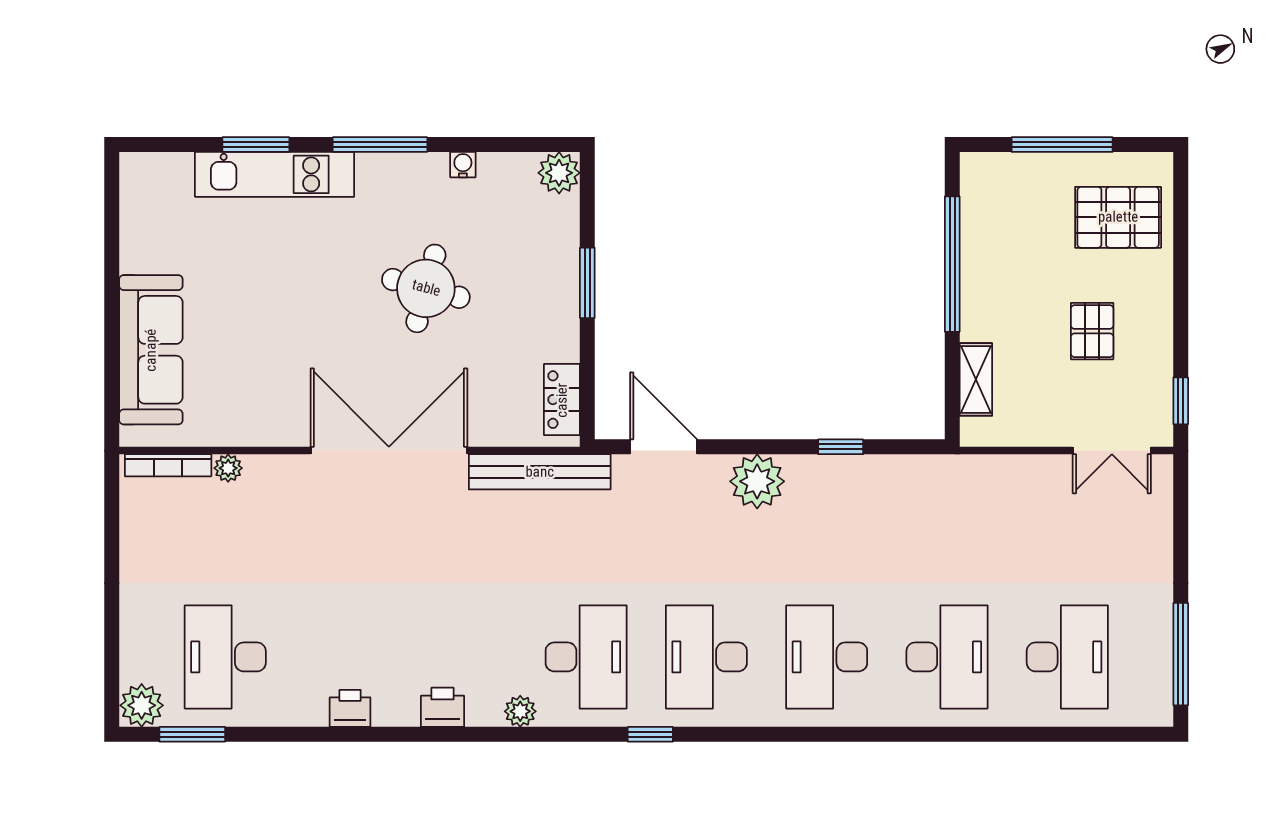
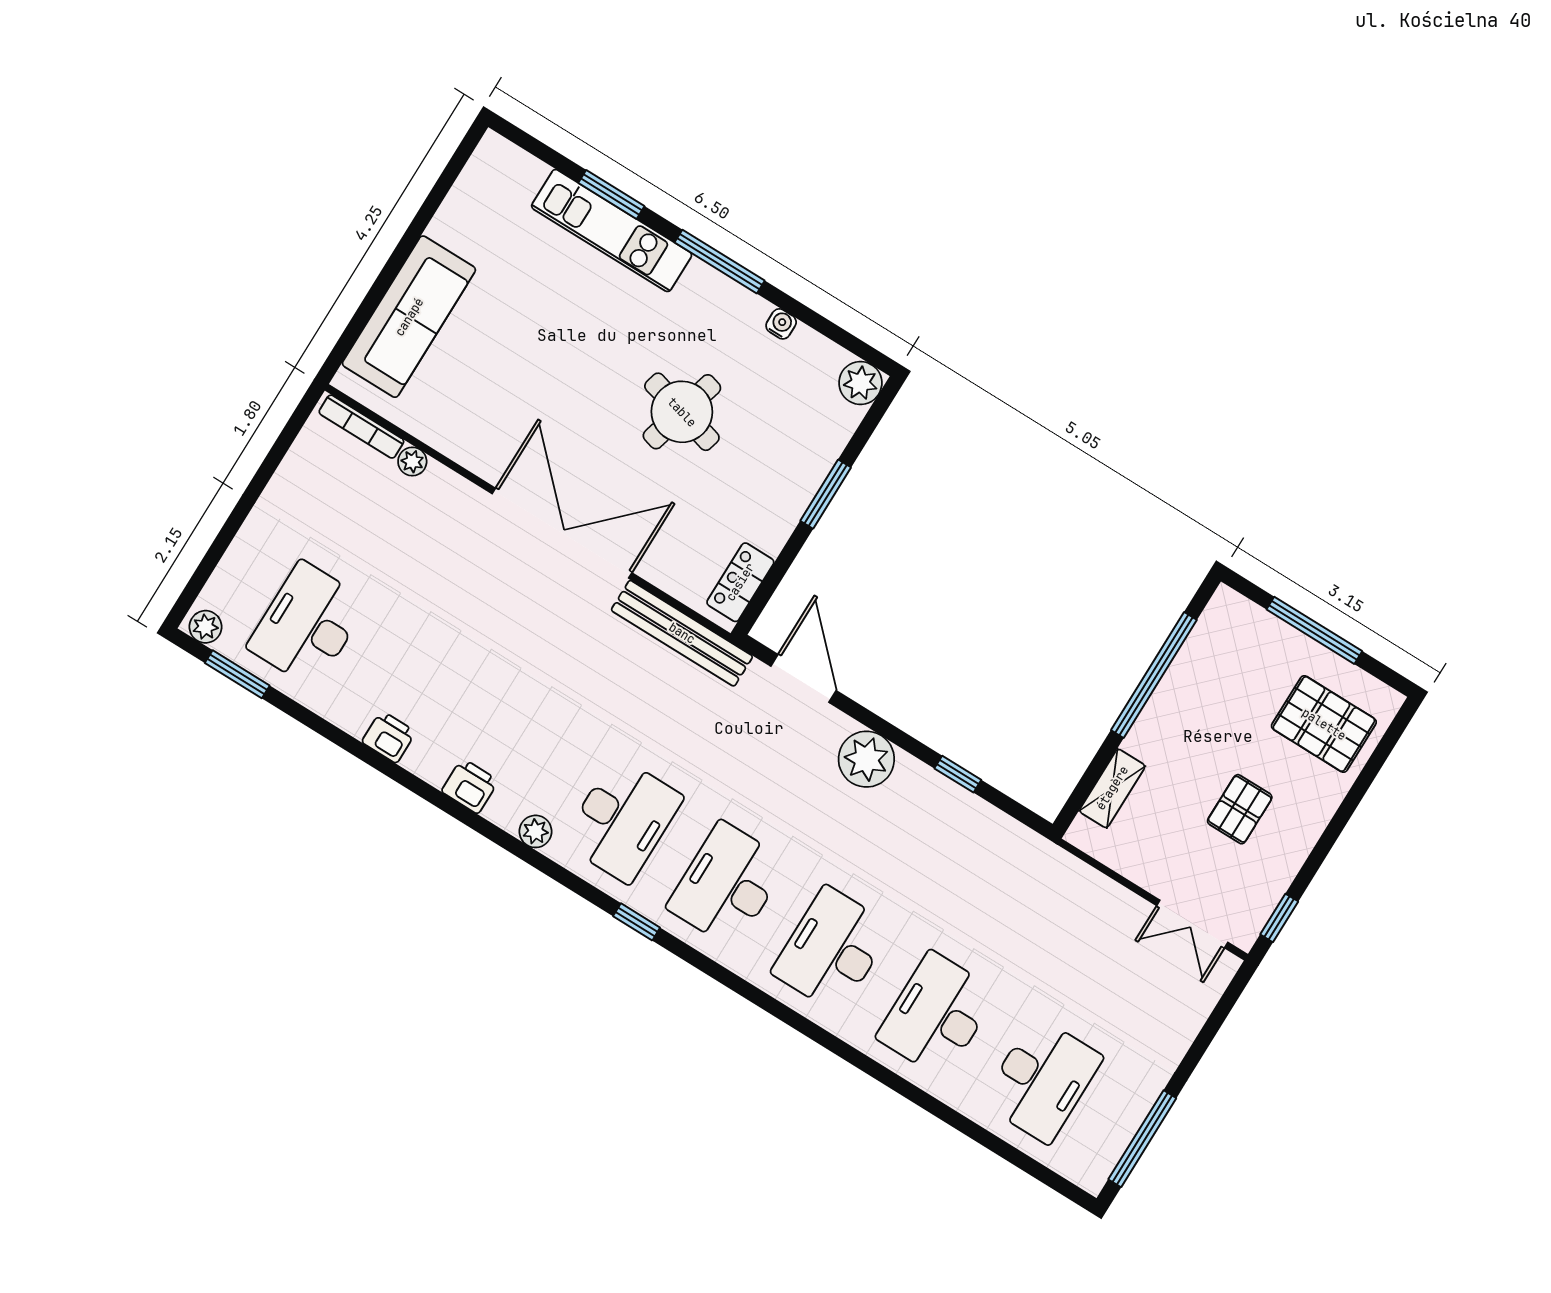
desk: (947, 657) -> (937, 1015), turned 180
plant: (142, 705) -> (205, 627), width x0.73, depth x0.73

